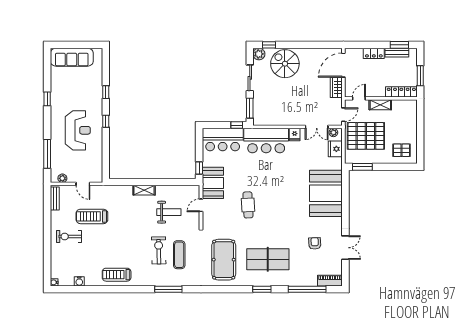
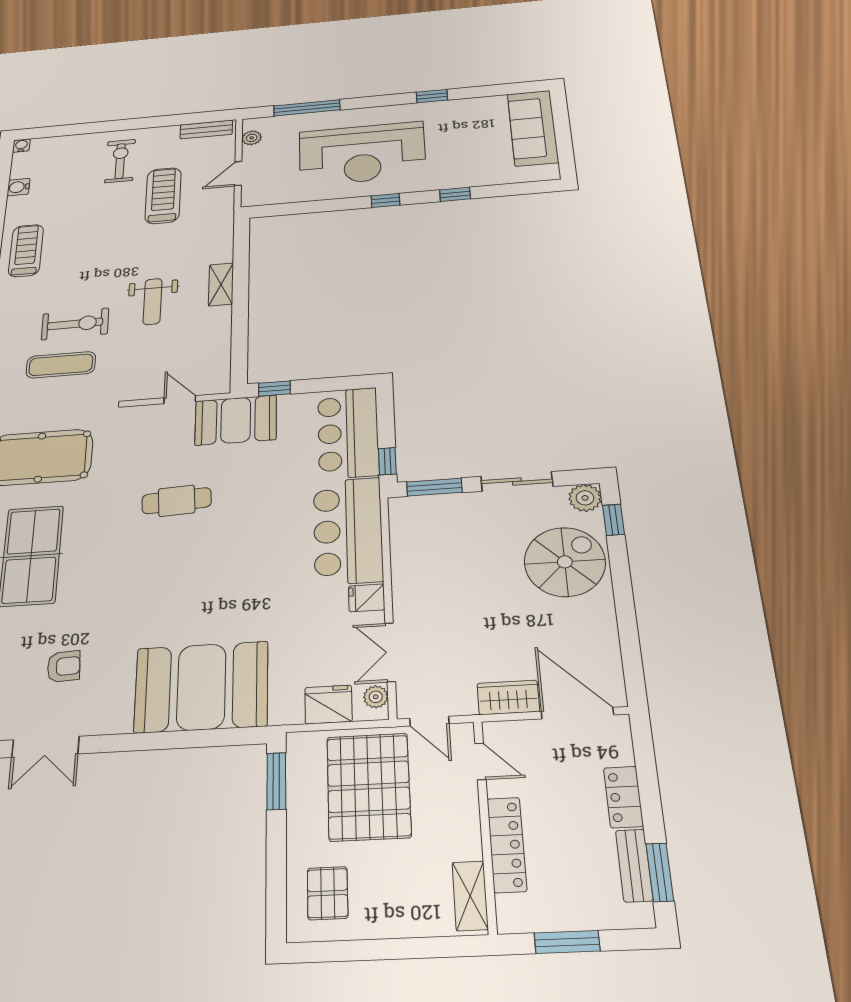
locker: (401, 92) -> (507, 845), moved
shelving: (380, 105) -> (470, 896), moved
reception desk: (78, 130) -> (362, 154), width x1.36, depth x1.30
weight bench: (169, 212) -> (153, 302), moved

